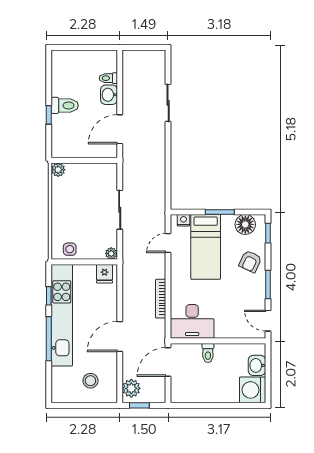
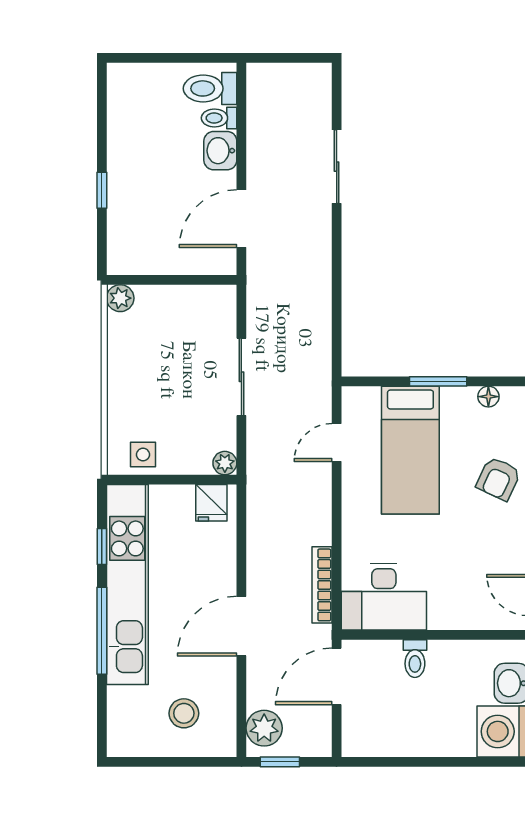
toilet: (65, 105) -> (210, 88), moved, turned 180
nightstand: (183, 220) -> (367, 398), removed
floor lamp: (245, 224) -> (488, 397), width x0.53, depth x0.53
bookcase: (161, 299) -> (322, 585), moved

